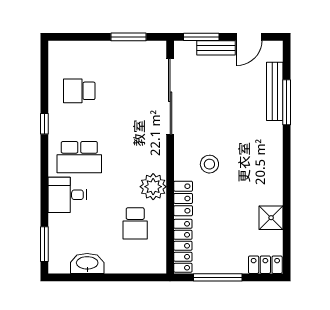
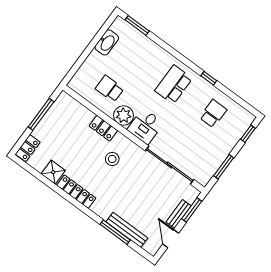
window: (73, 37) -> (248, 134), added
desk: (67, 195) -> (145, 126), moved, turned 180
locker: (183, 246) -> (76, 192), moved, turned 180

